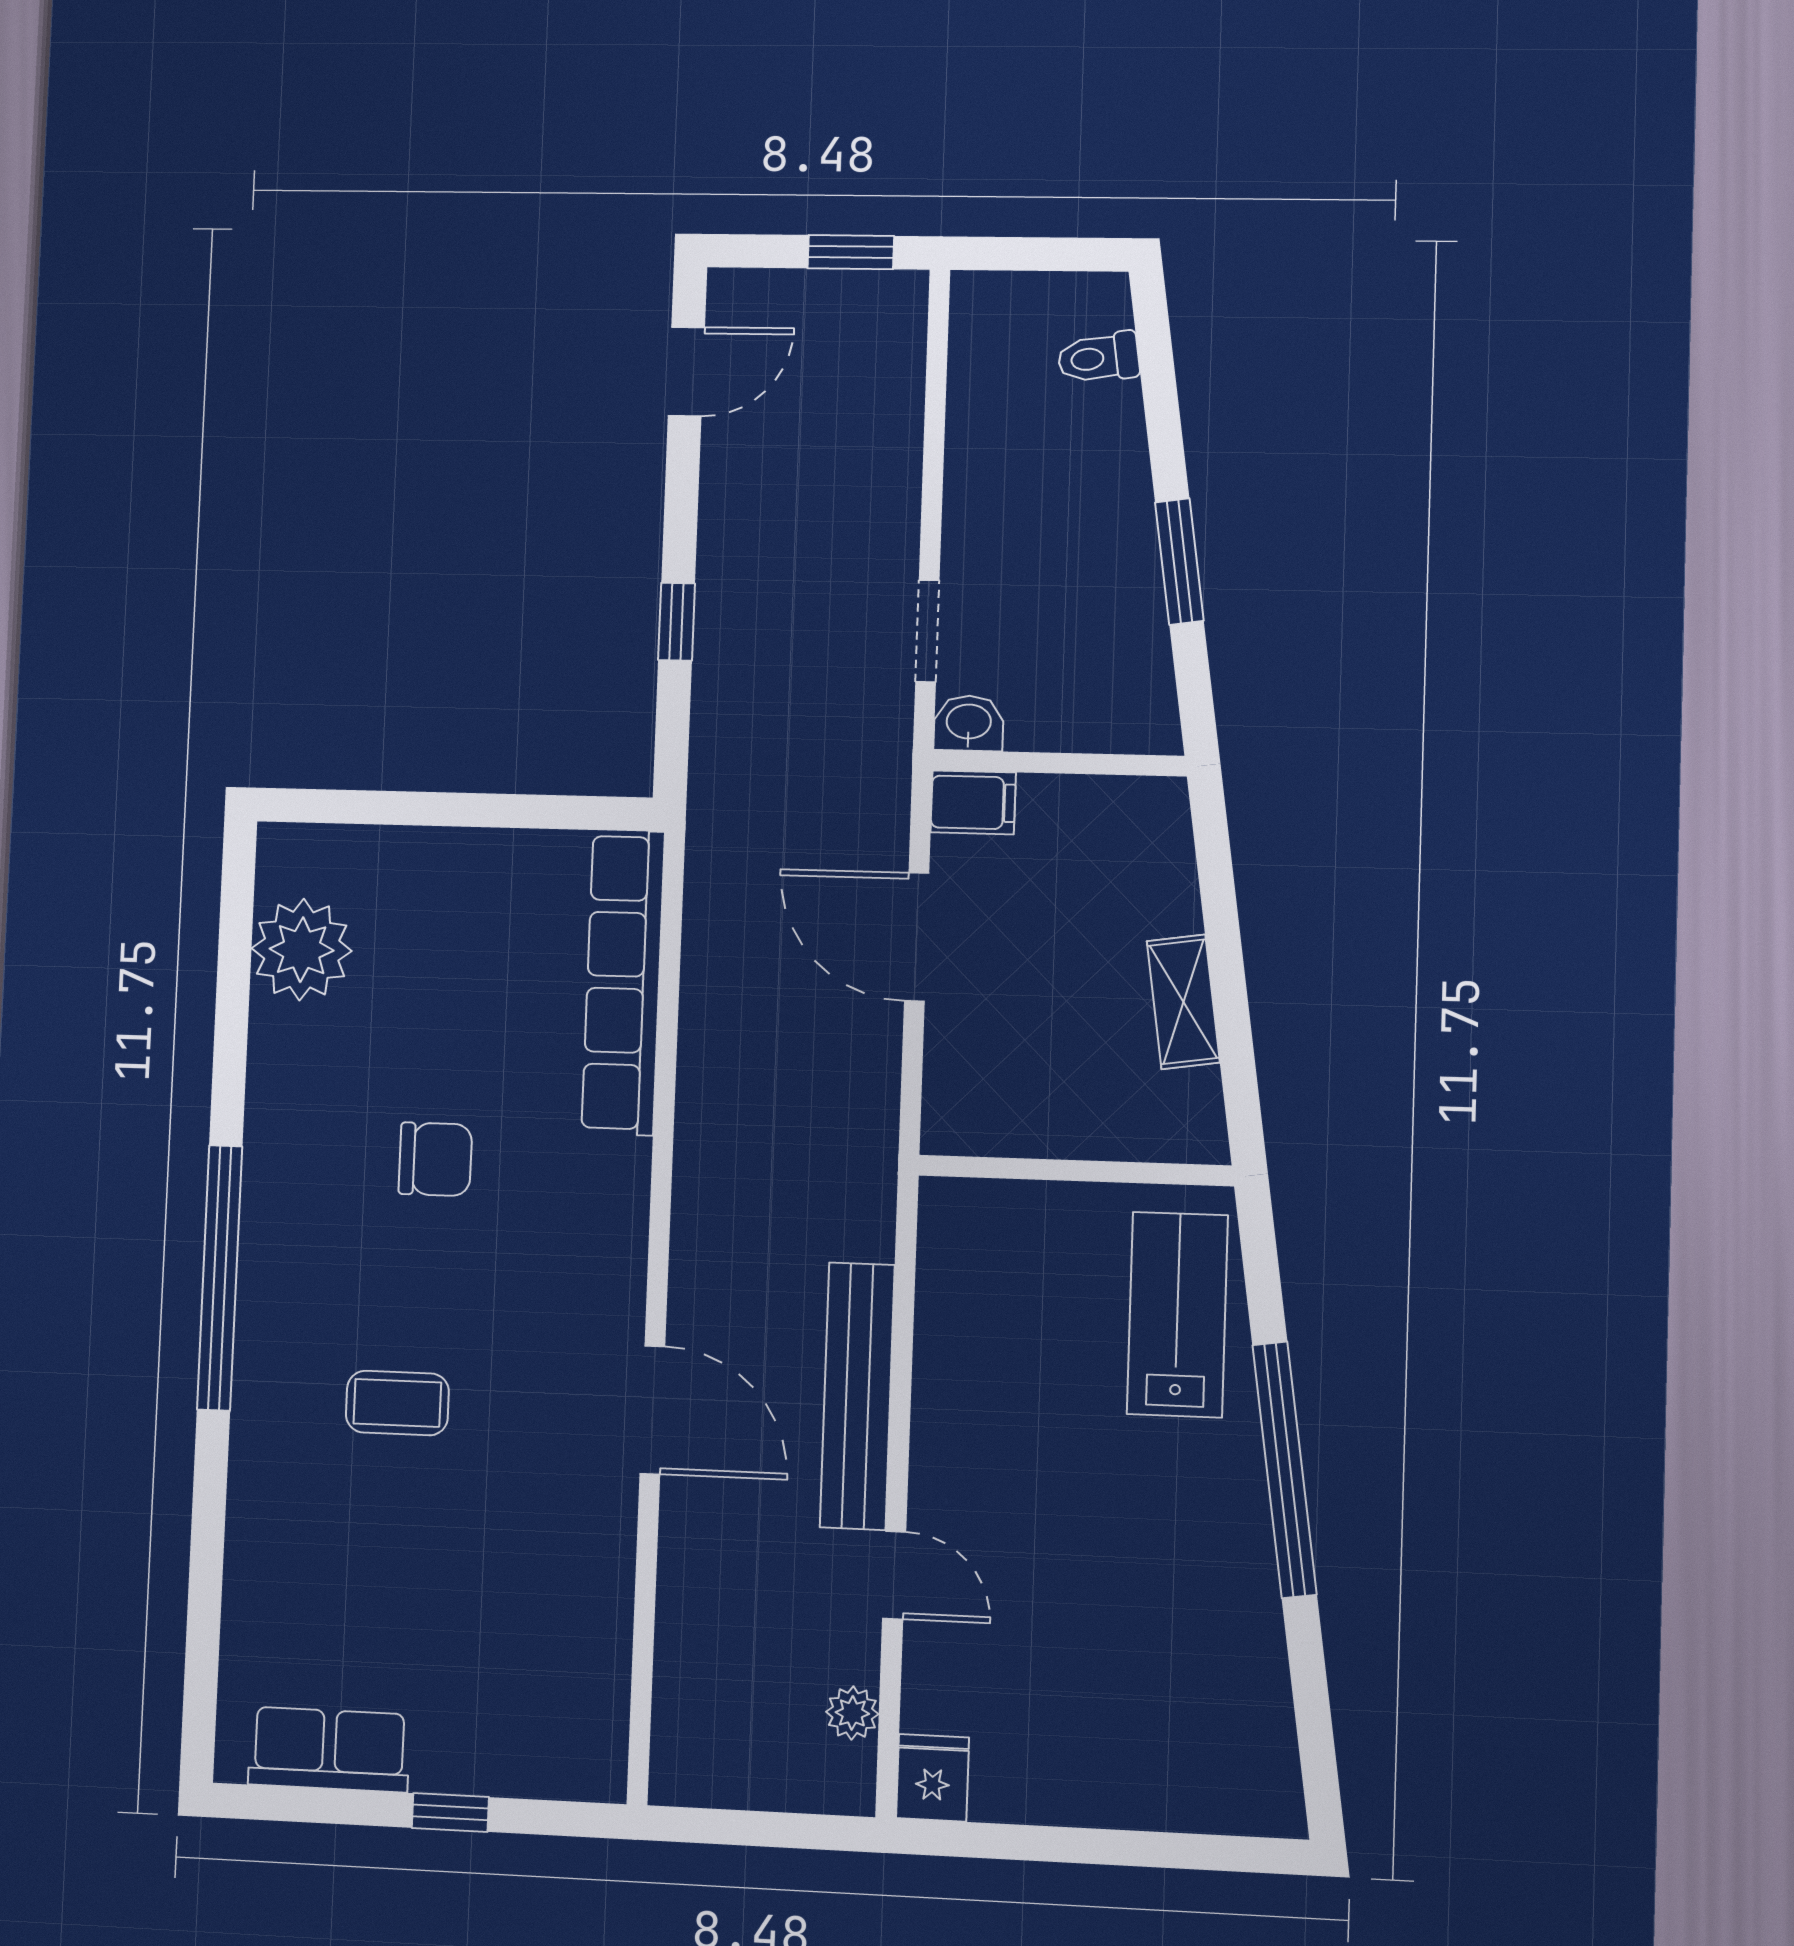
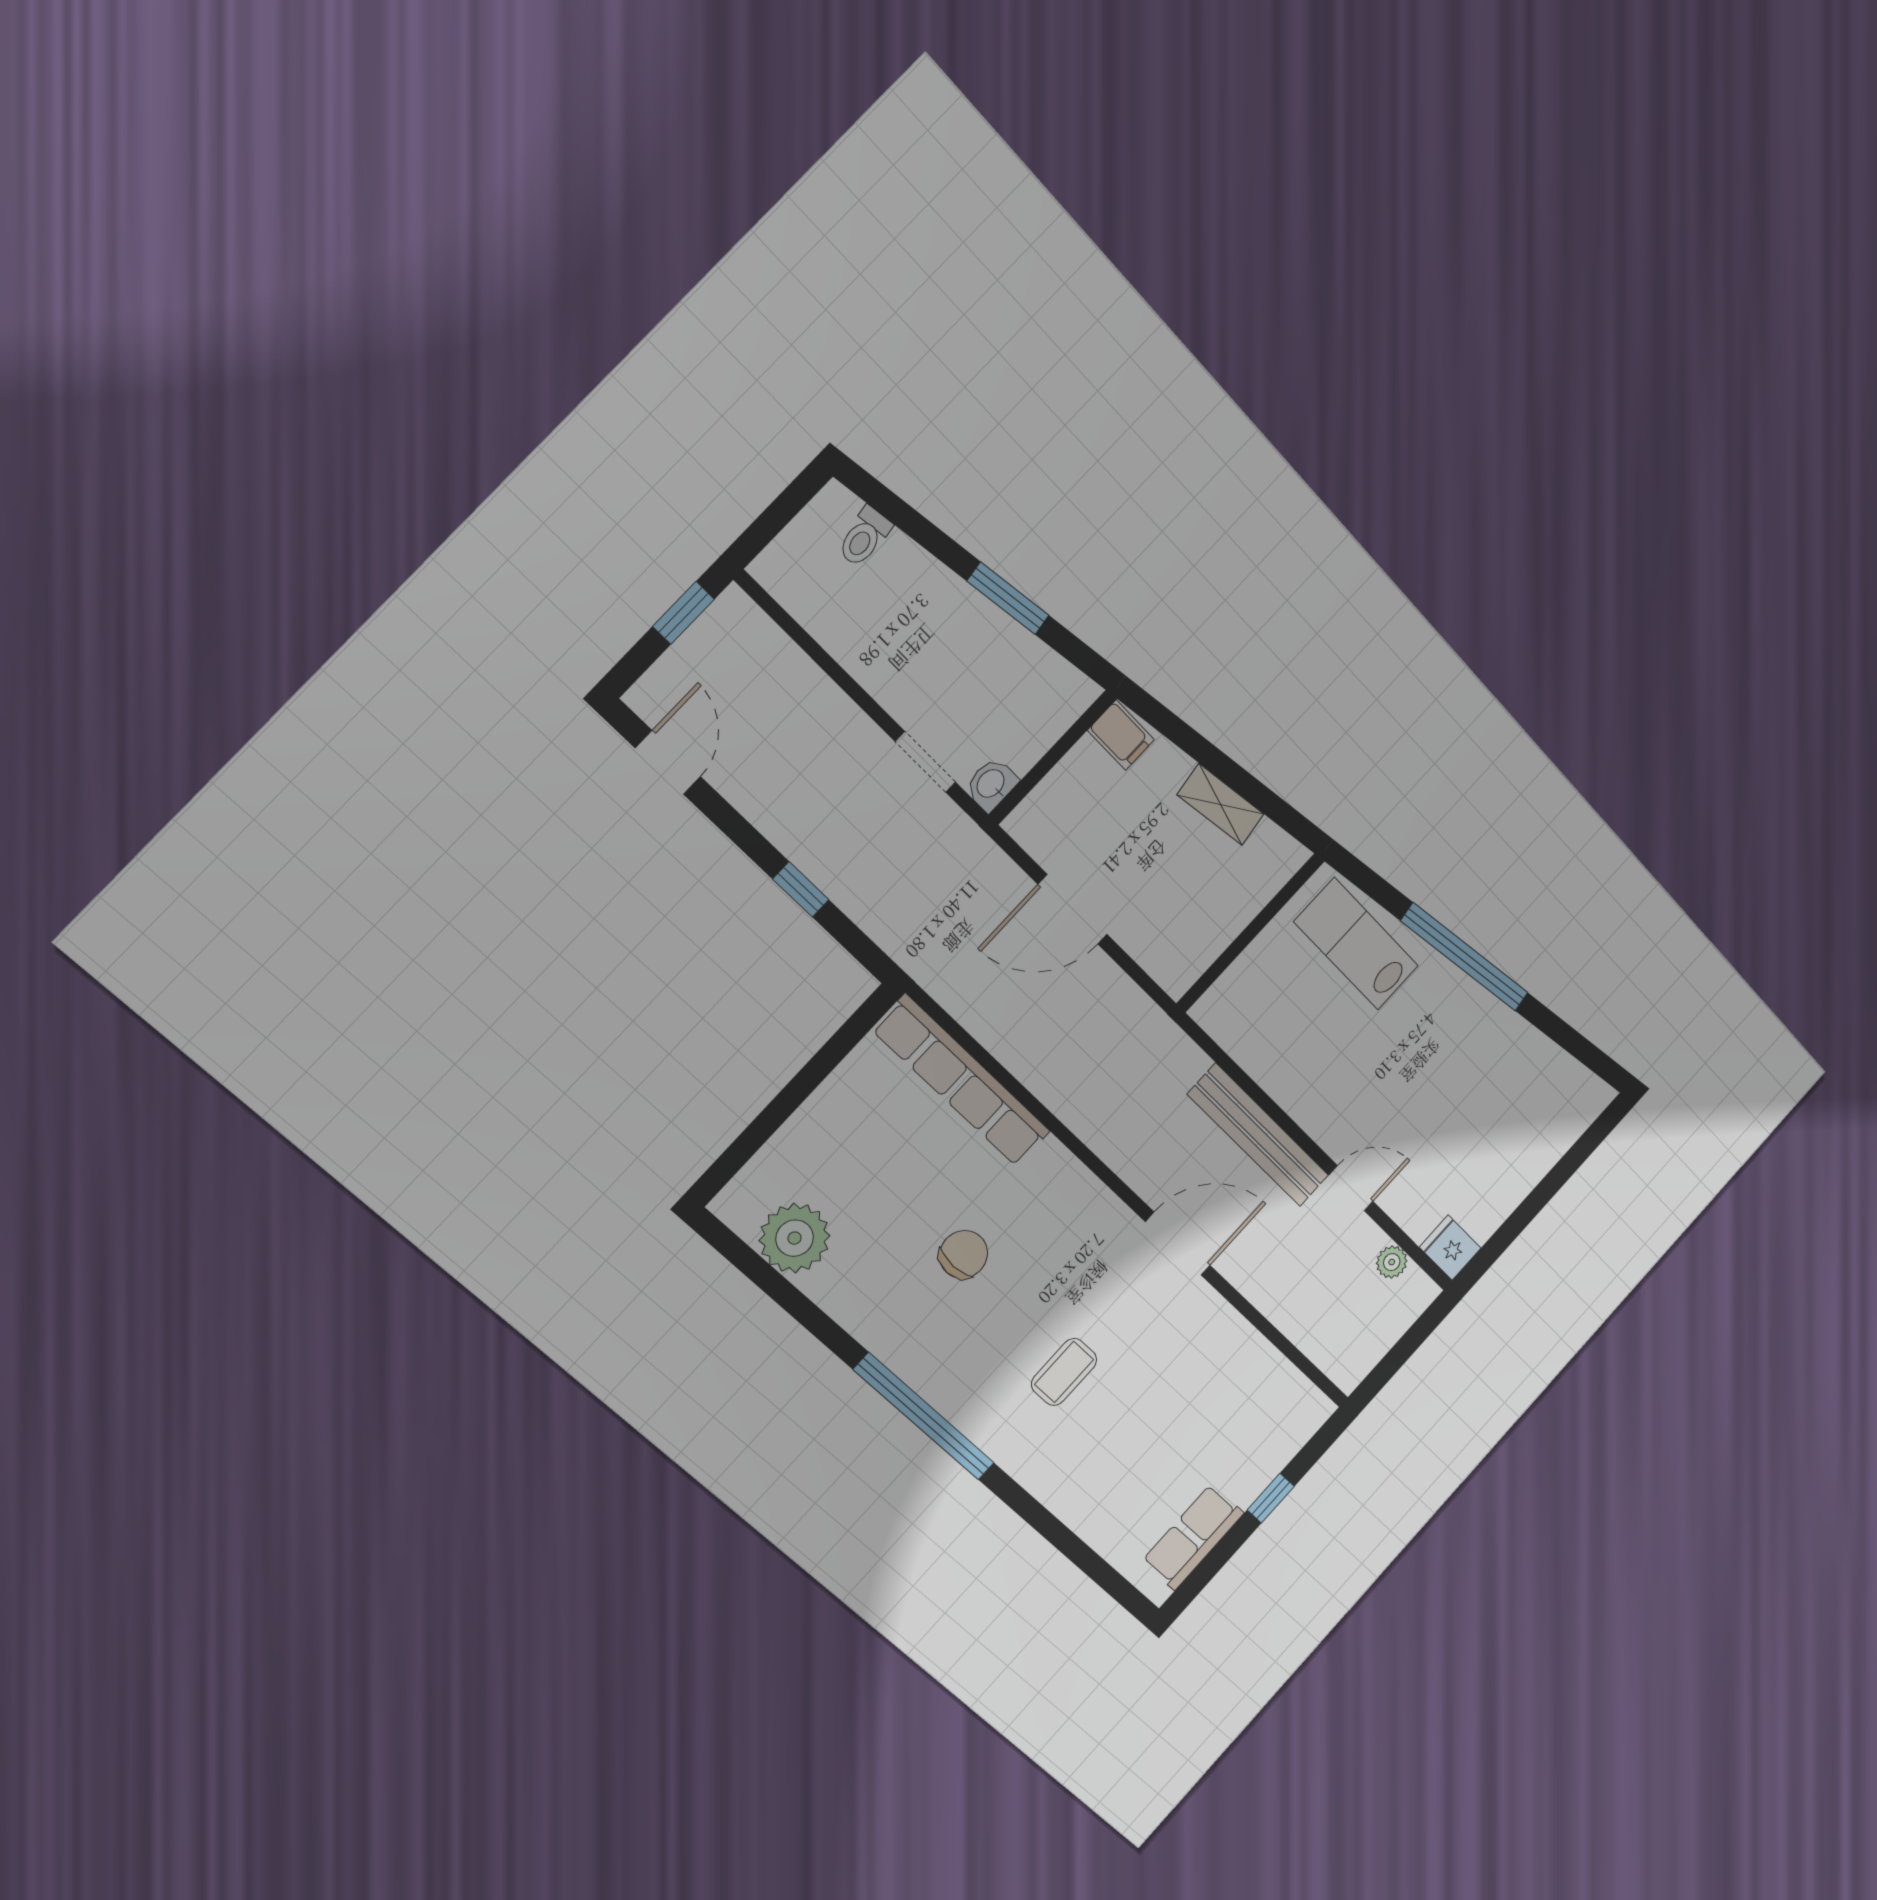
filing cabinet: (973, 802) -> (1121, 735), moved, turned 90

